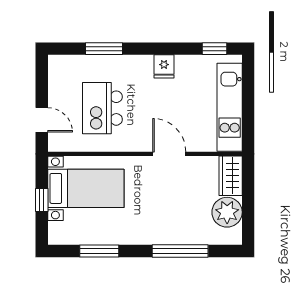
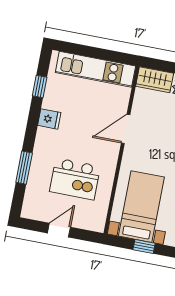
window: (215, 49) -> (40, 87), moved
door: (42, 120) -> (59, 230), moved

